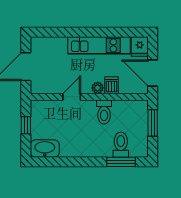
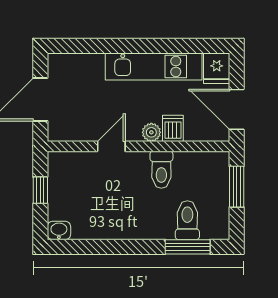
washbasin: (45, 148) -> (59, 230), width x0.52, depth x0.69

